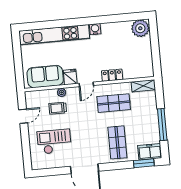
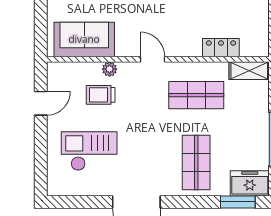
locker: (112, 75) -> (221, 48), moved
fridge: (70, 77) -> (127, 44), removed
door: (86, 84) -> (153, 59), swing flipped

